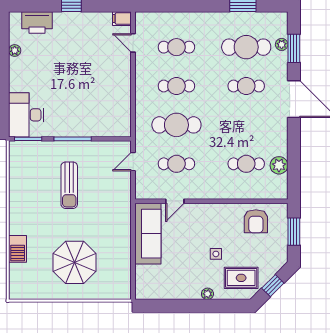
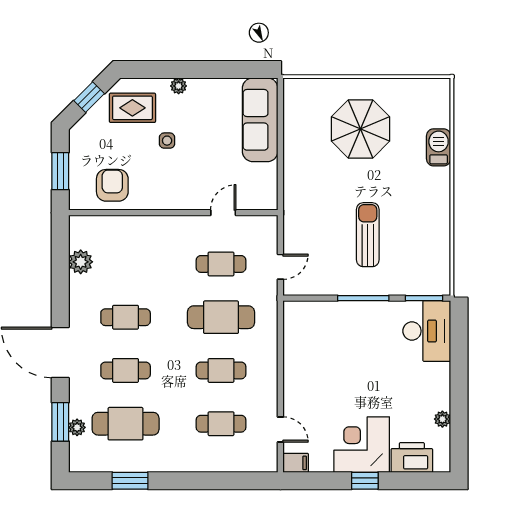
corner desk: (74, 32) -> (362, 445), added
cafe table: (246, 164) -> (126, 317), moved
sofa: (148, 234) -> (260, 120), moved

